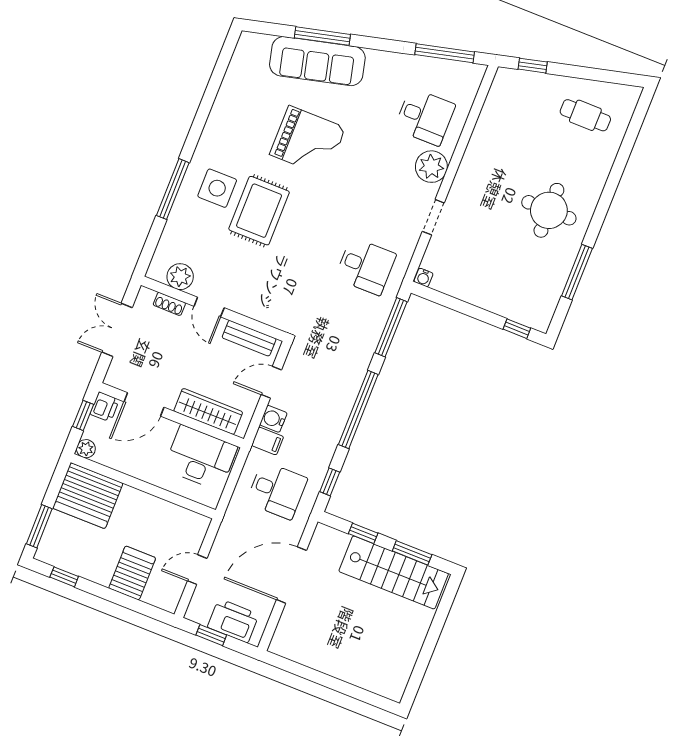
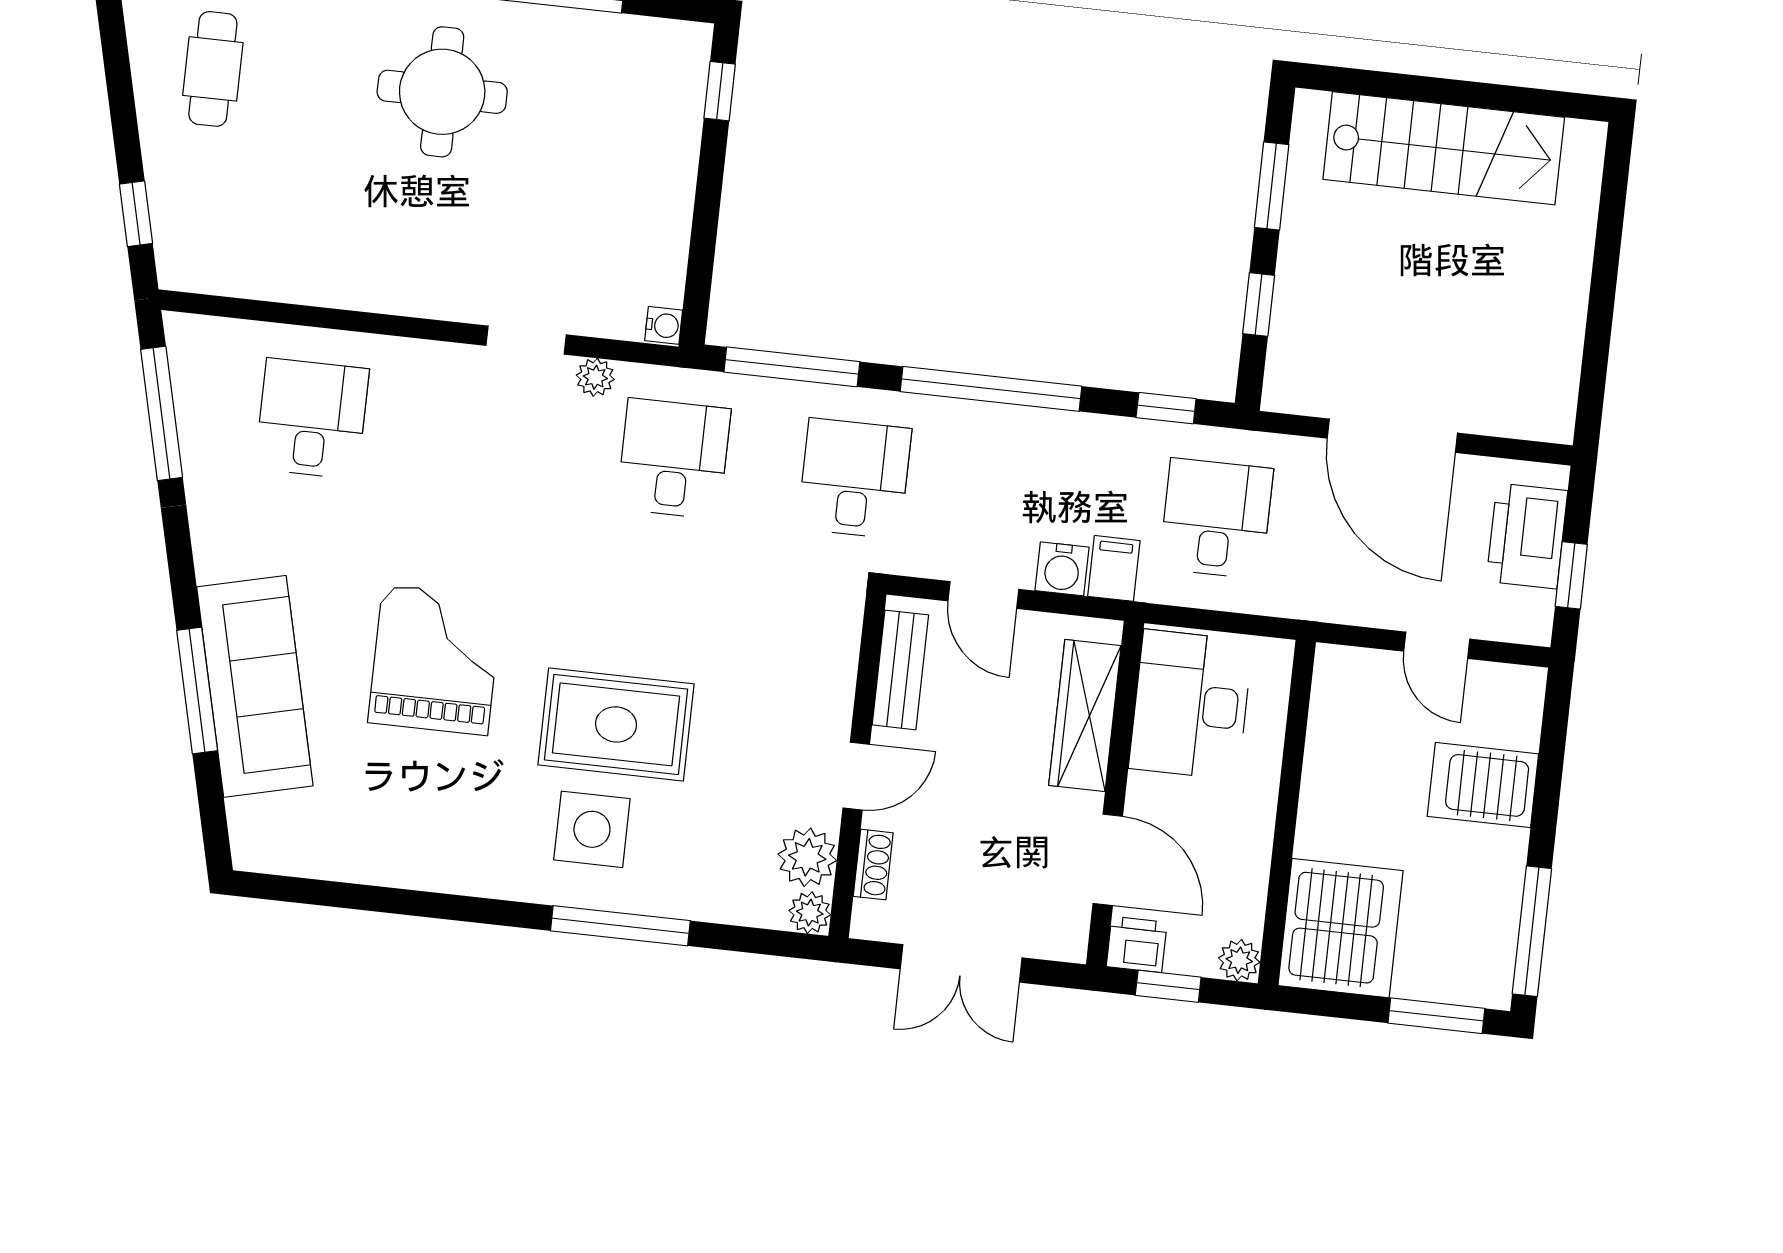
plant: (431, 167) -> (595, 377), moved, width x0.53, depth x0.53
plant: (156, 271) -> (810, 913), added
desk: (336, 341) -> (854, 479), added
stairs: (394, 572) -> (1444, 148), moved, turned 90
window: (64, 577) -> (1532, 931), width x2.17

